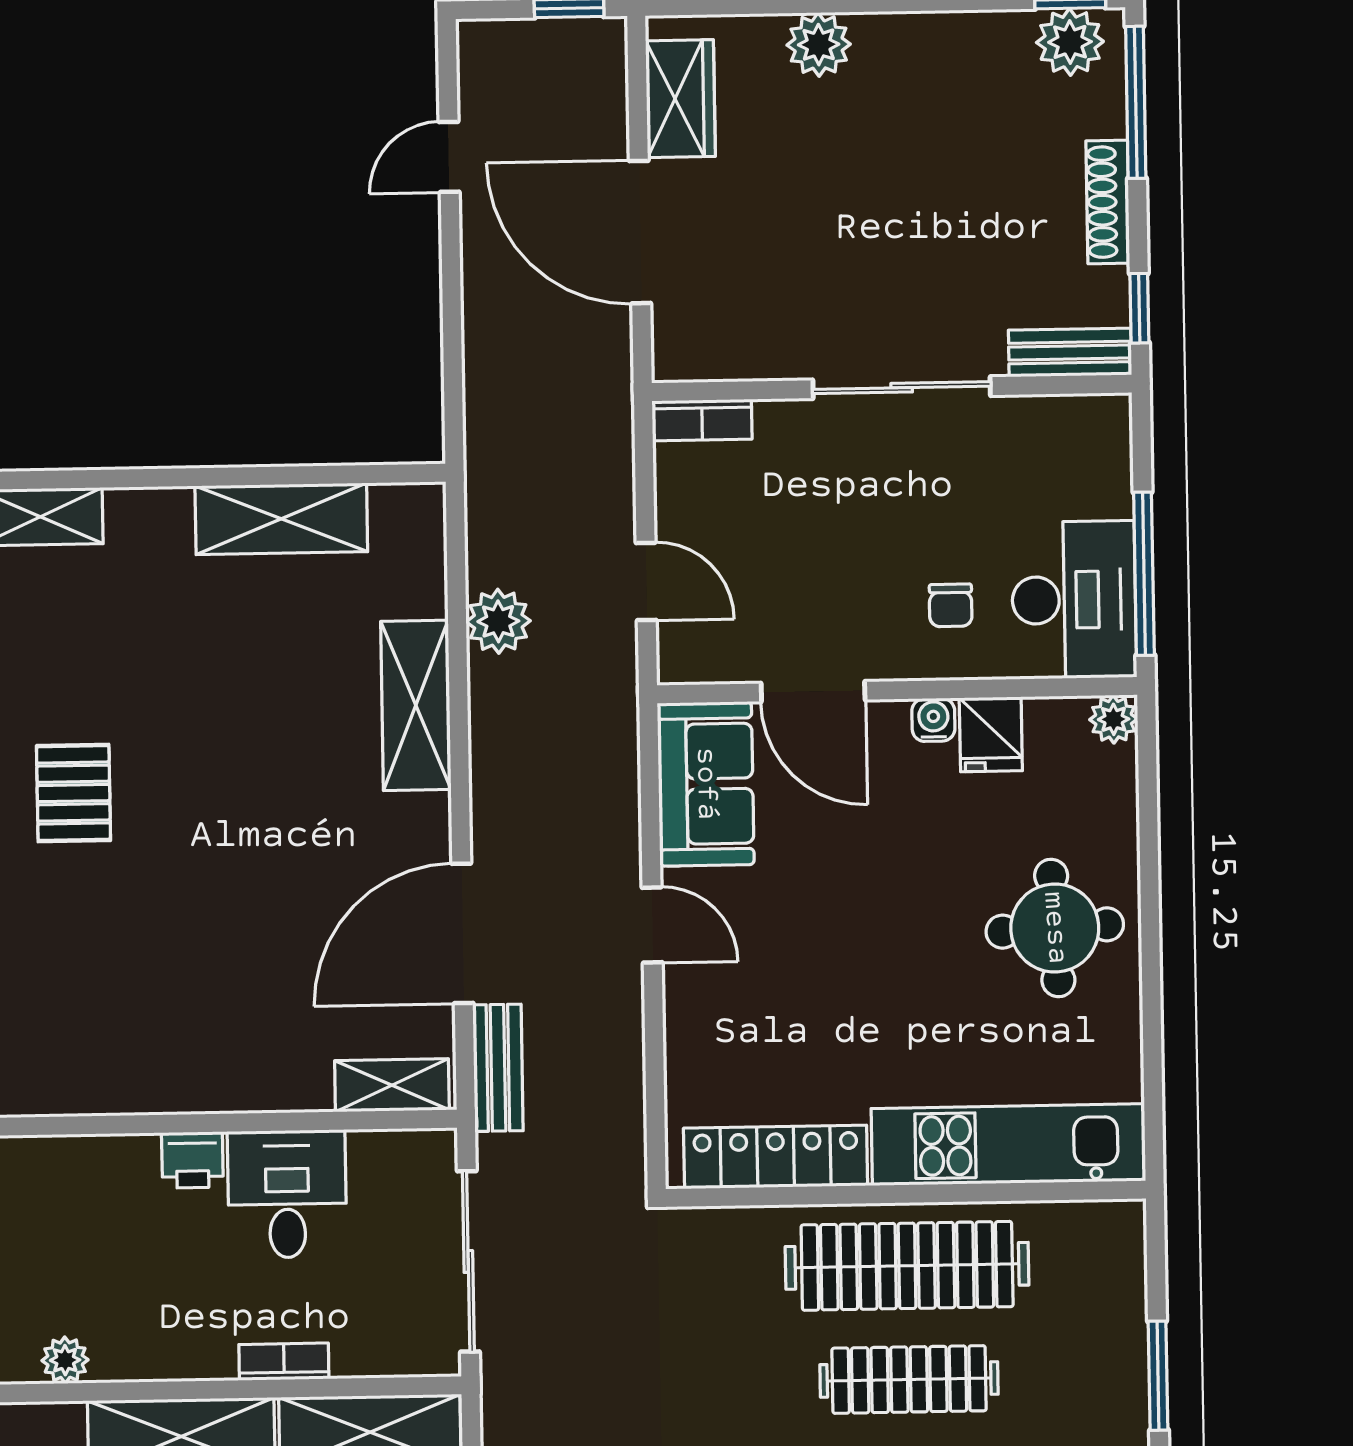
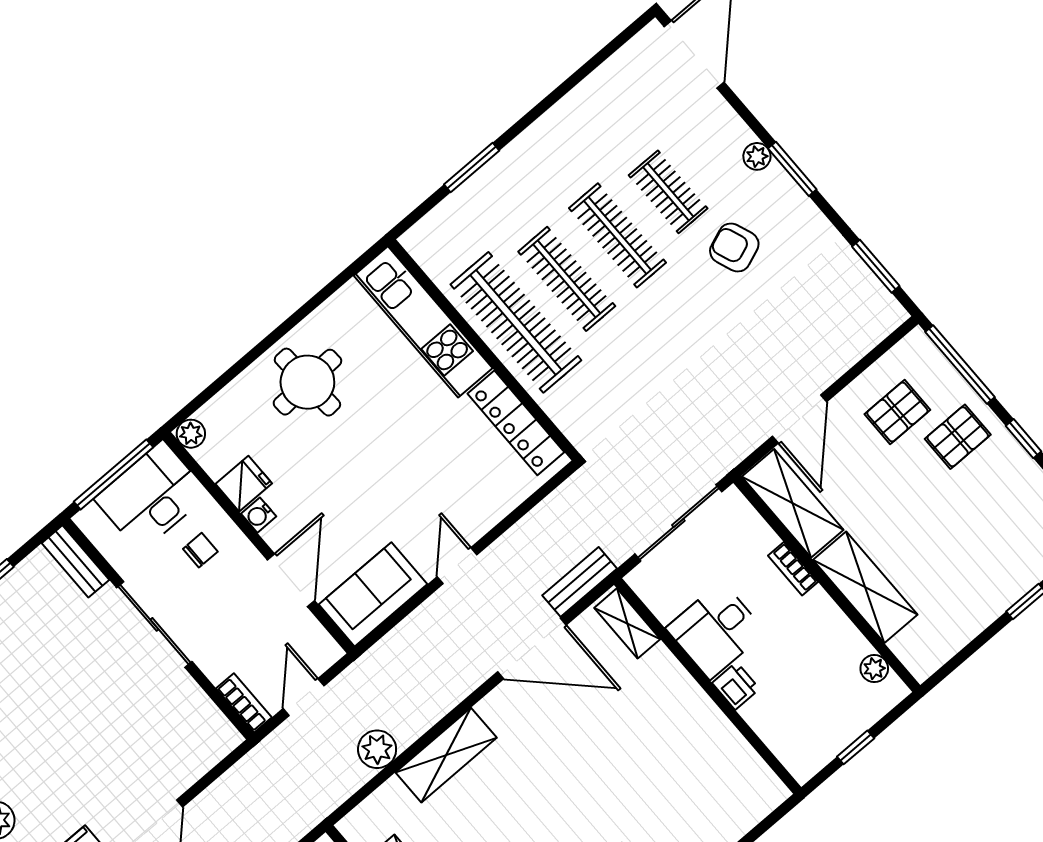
bench: (1070, 352) -> (75, 561), moved
wall: (892, 388) -> (158, 629), moved
sliding door: (902, 388) -> (154, 624), moved
bookcase: (702, 420) -> (244, 703), moved

